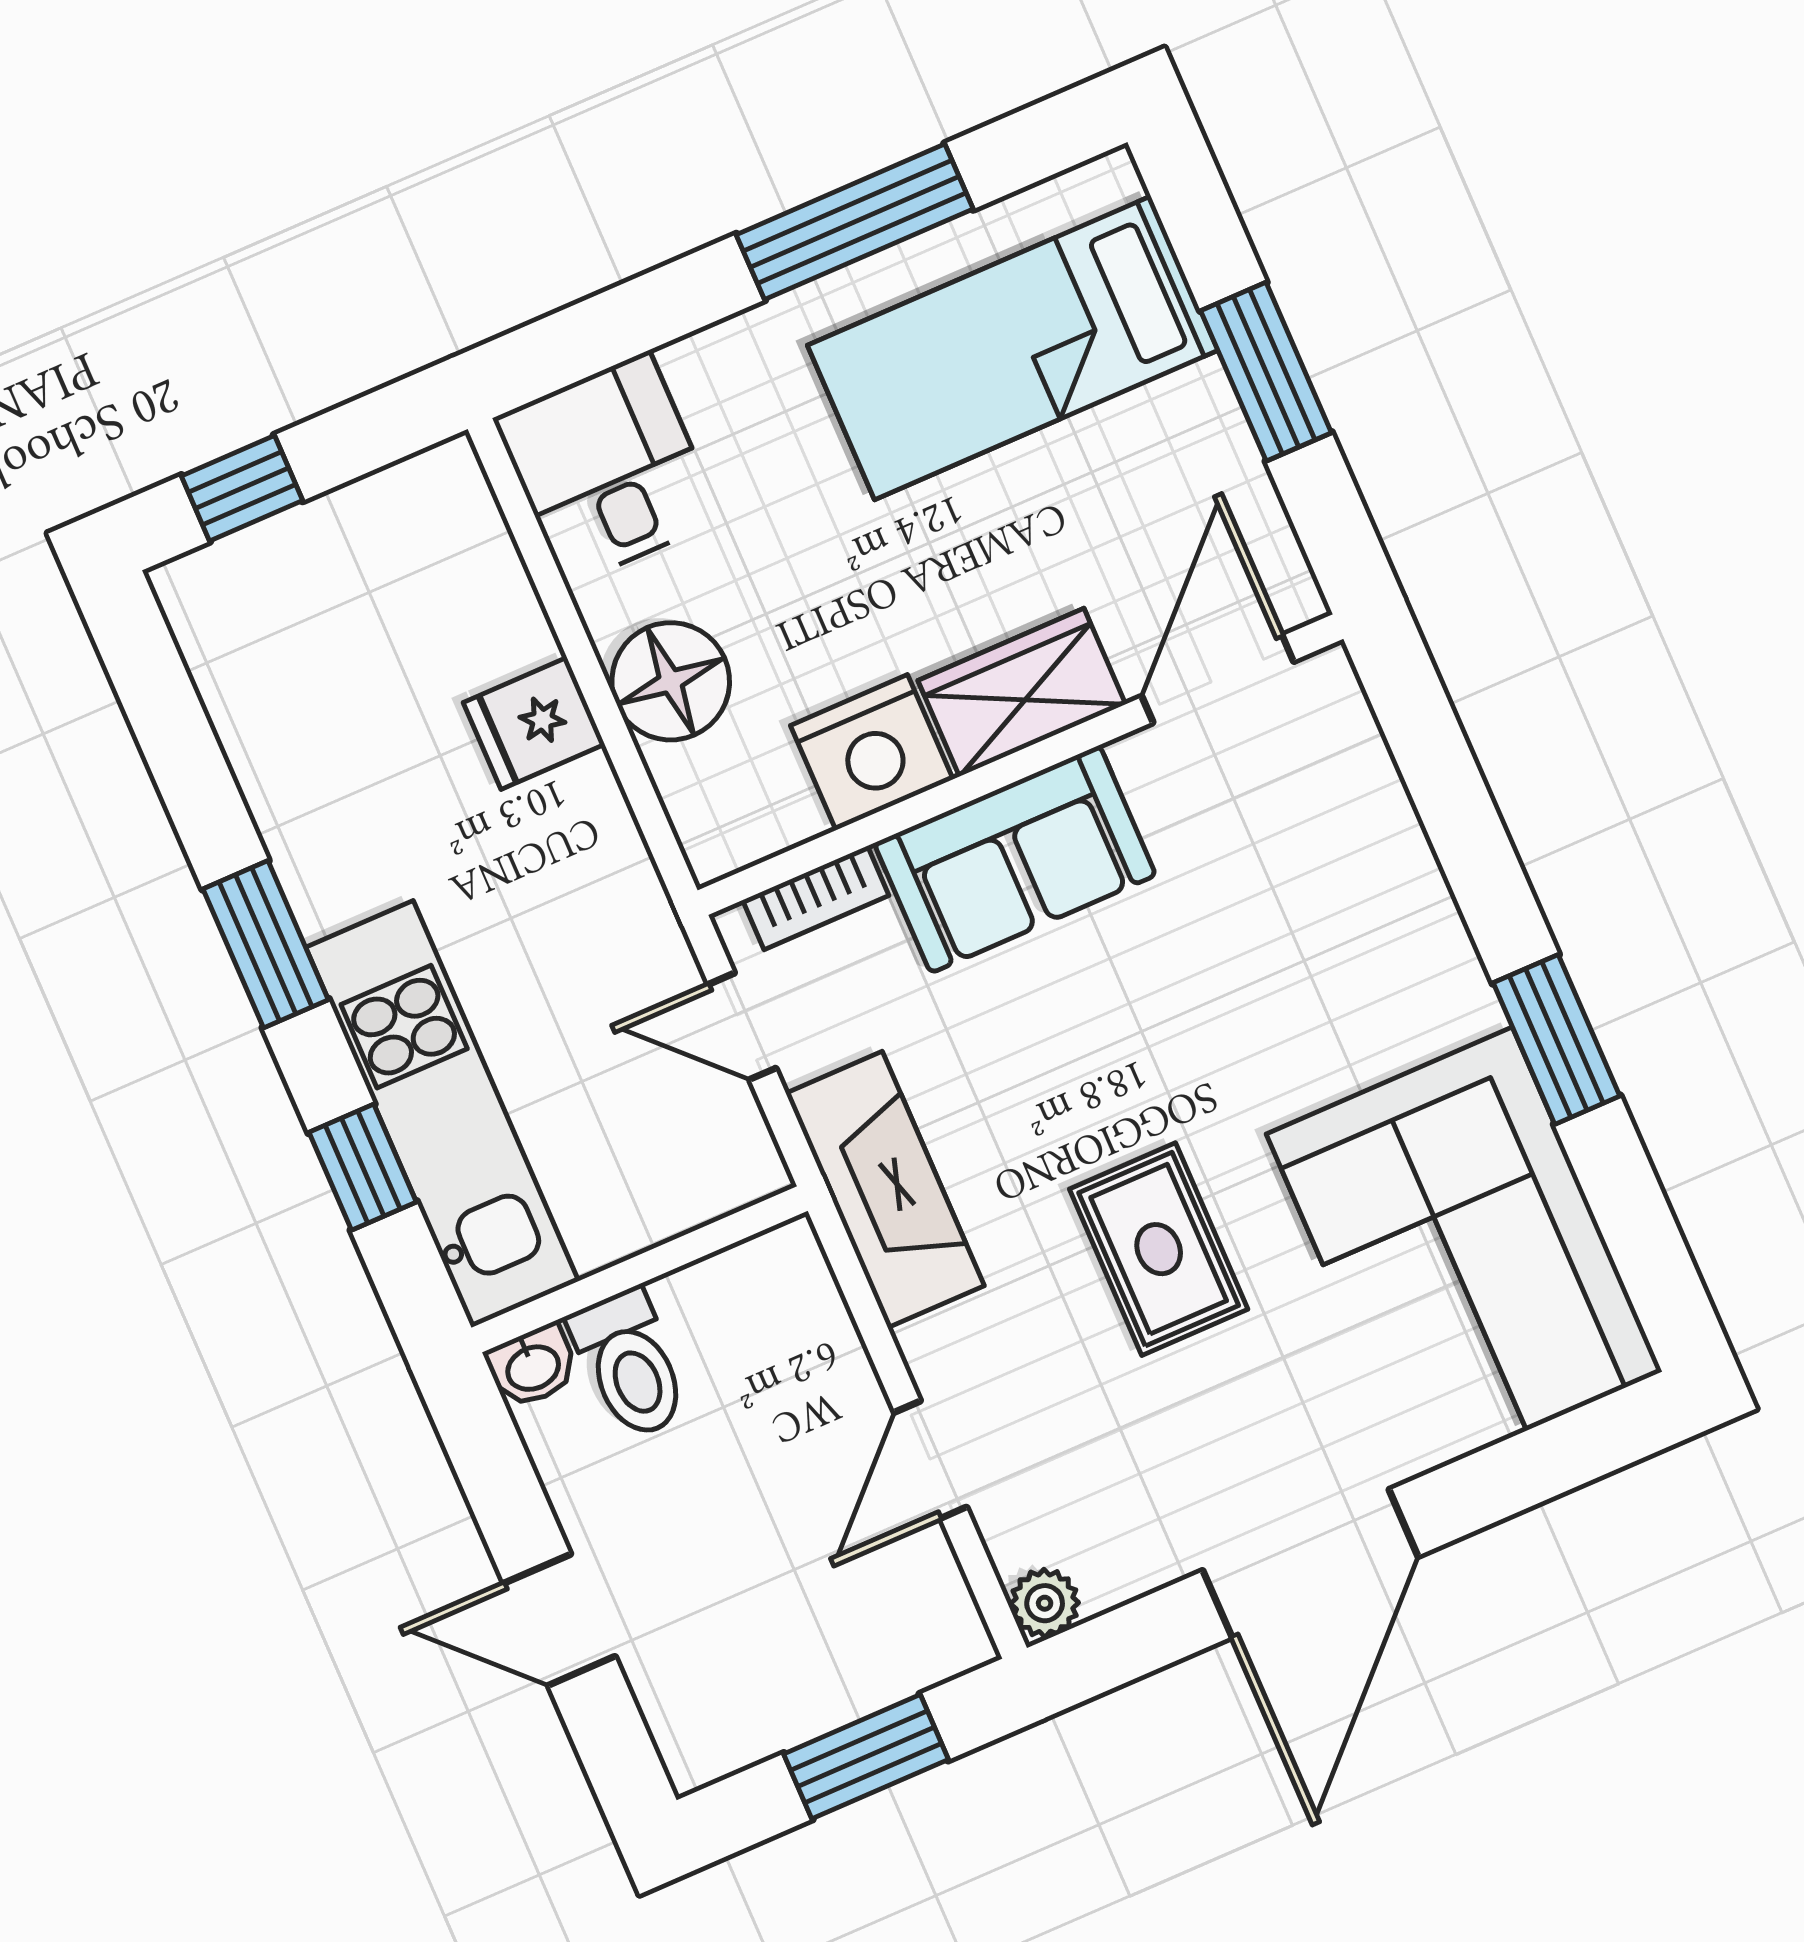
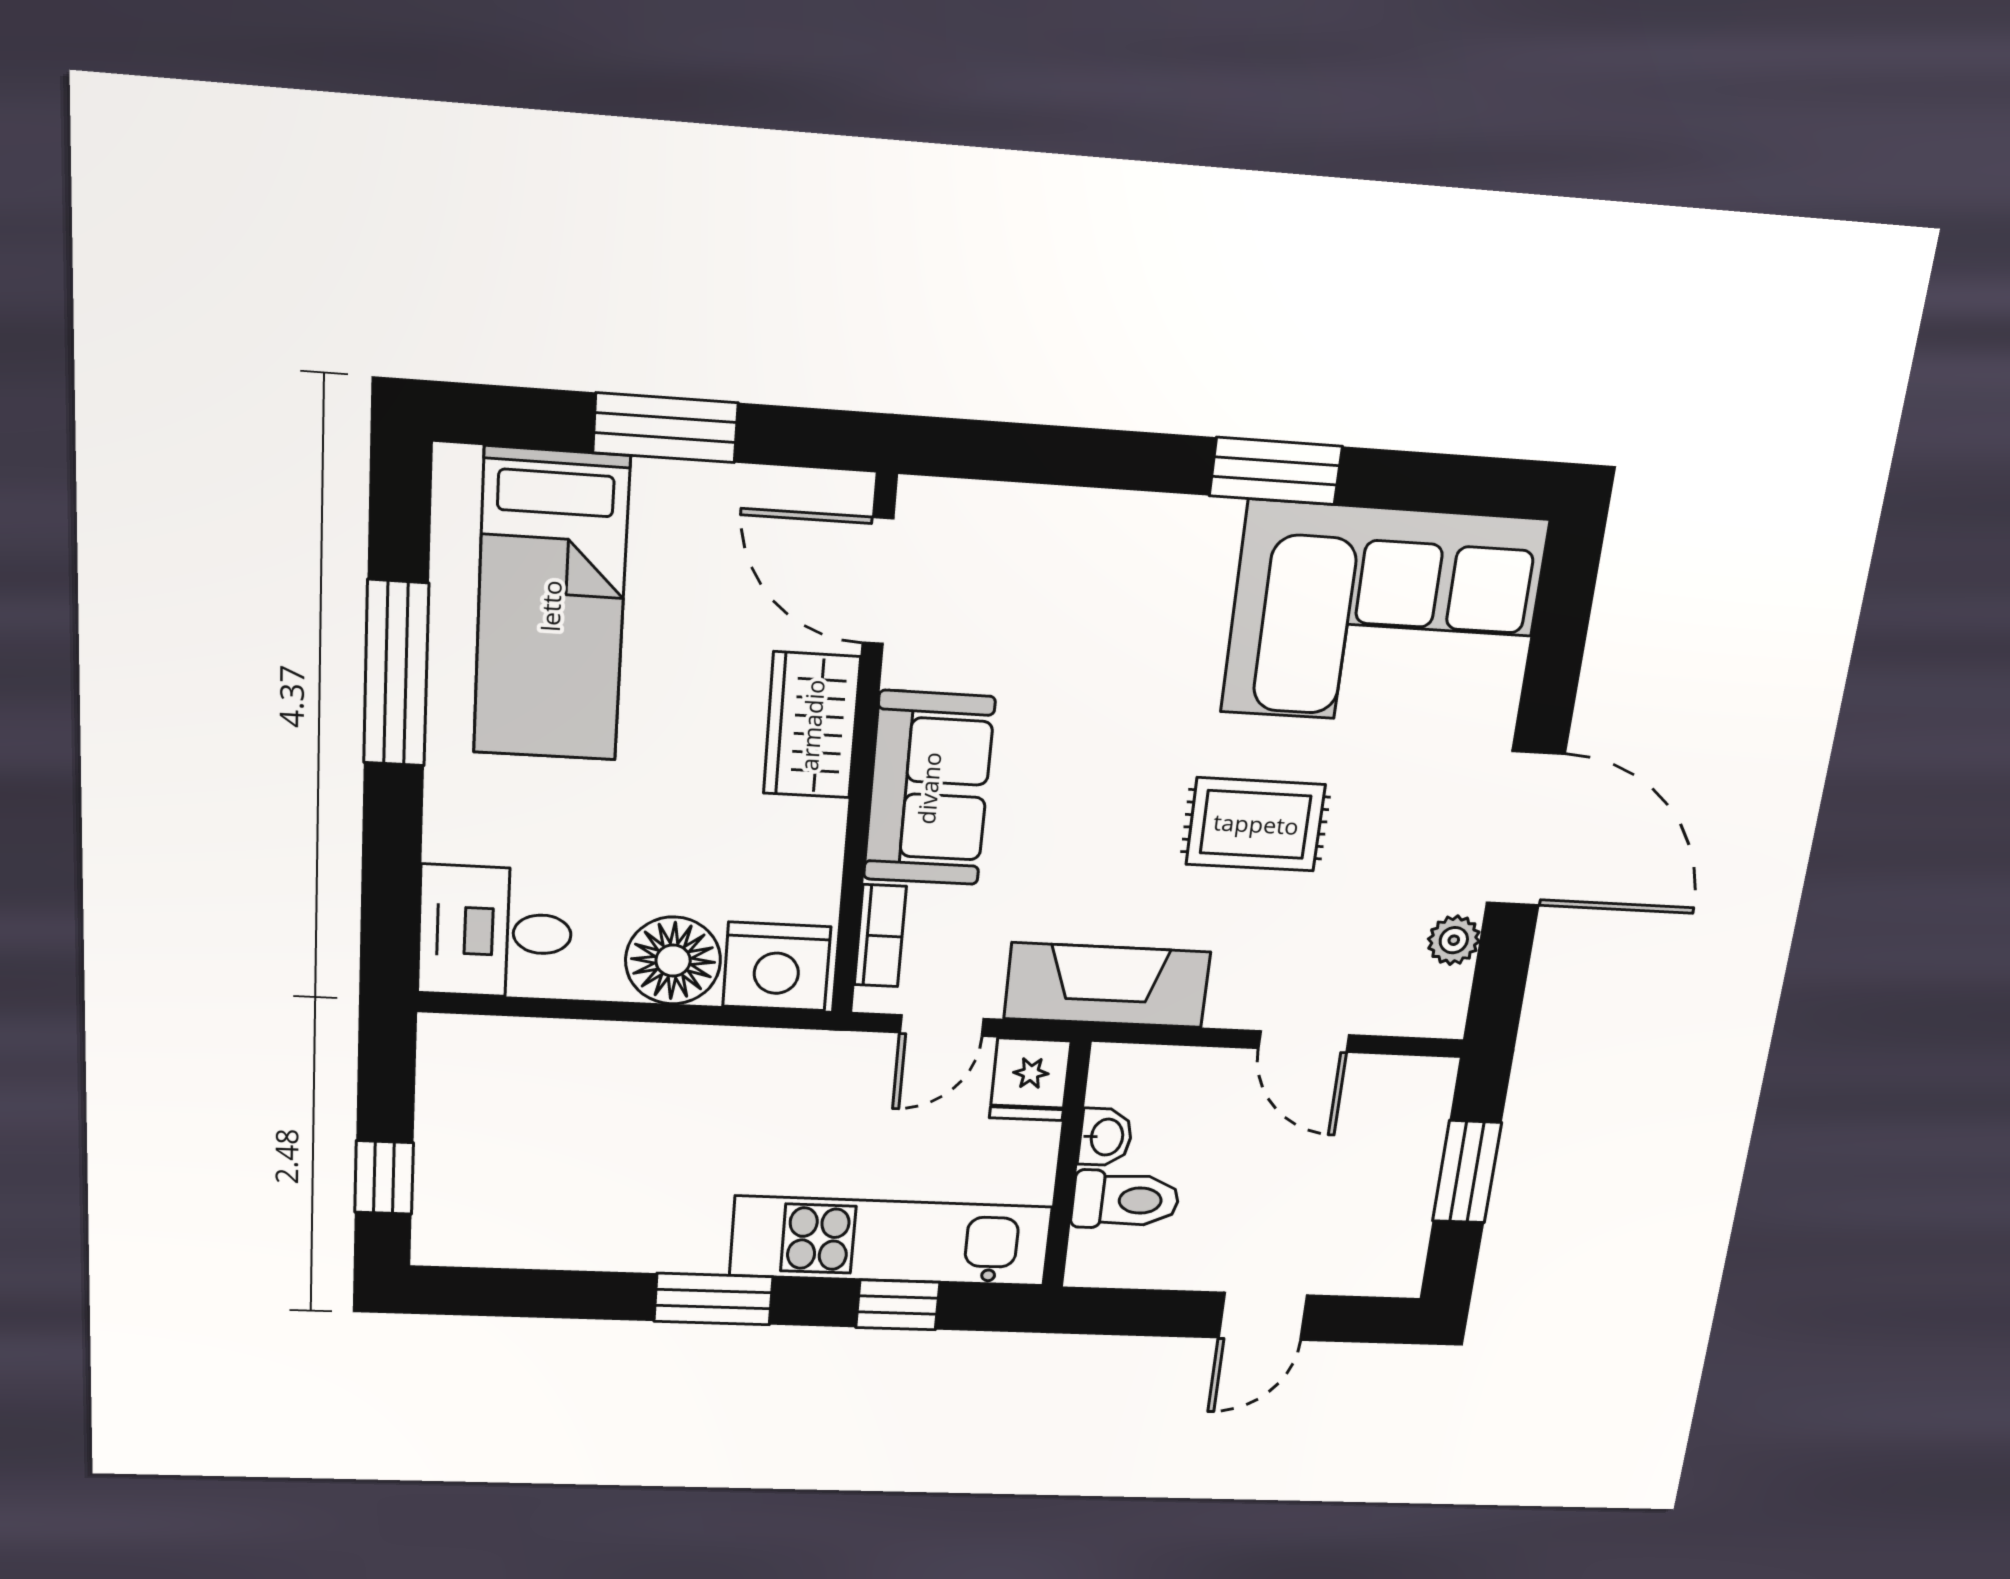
fridge: (534, 723) -> (1030, 1079), moved
nightstand: (872, 752) -> (777, 966), moved, turned 90
washbasin: (532, 1366) -> (1105, 1137), moved
plant: (1045, 1603) -> (1454, 940), moved

